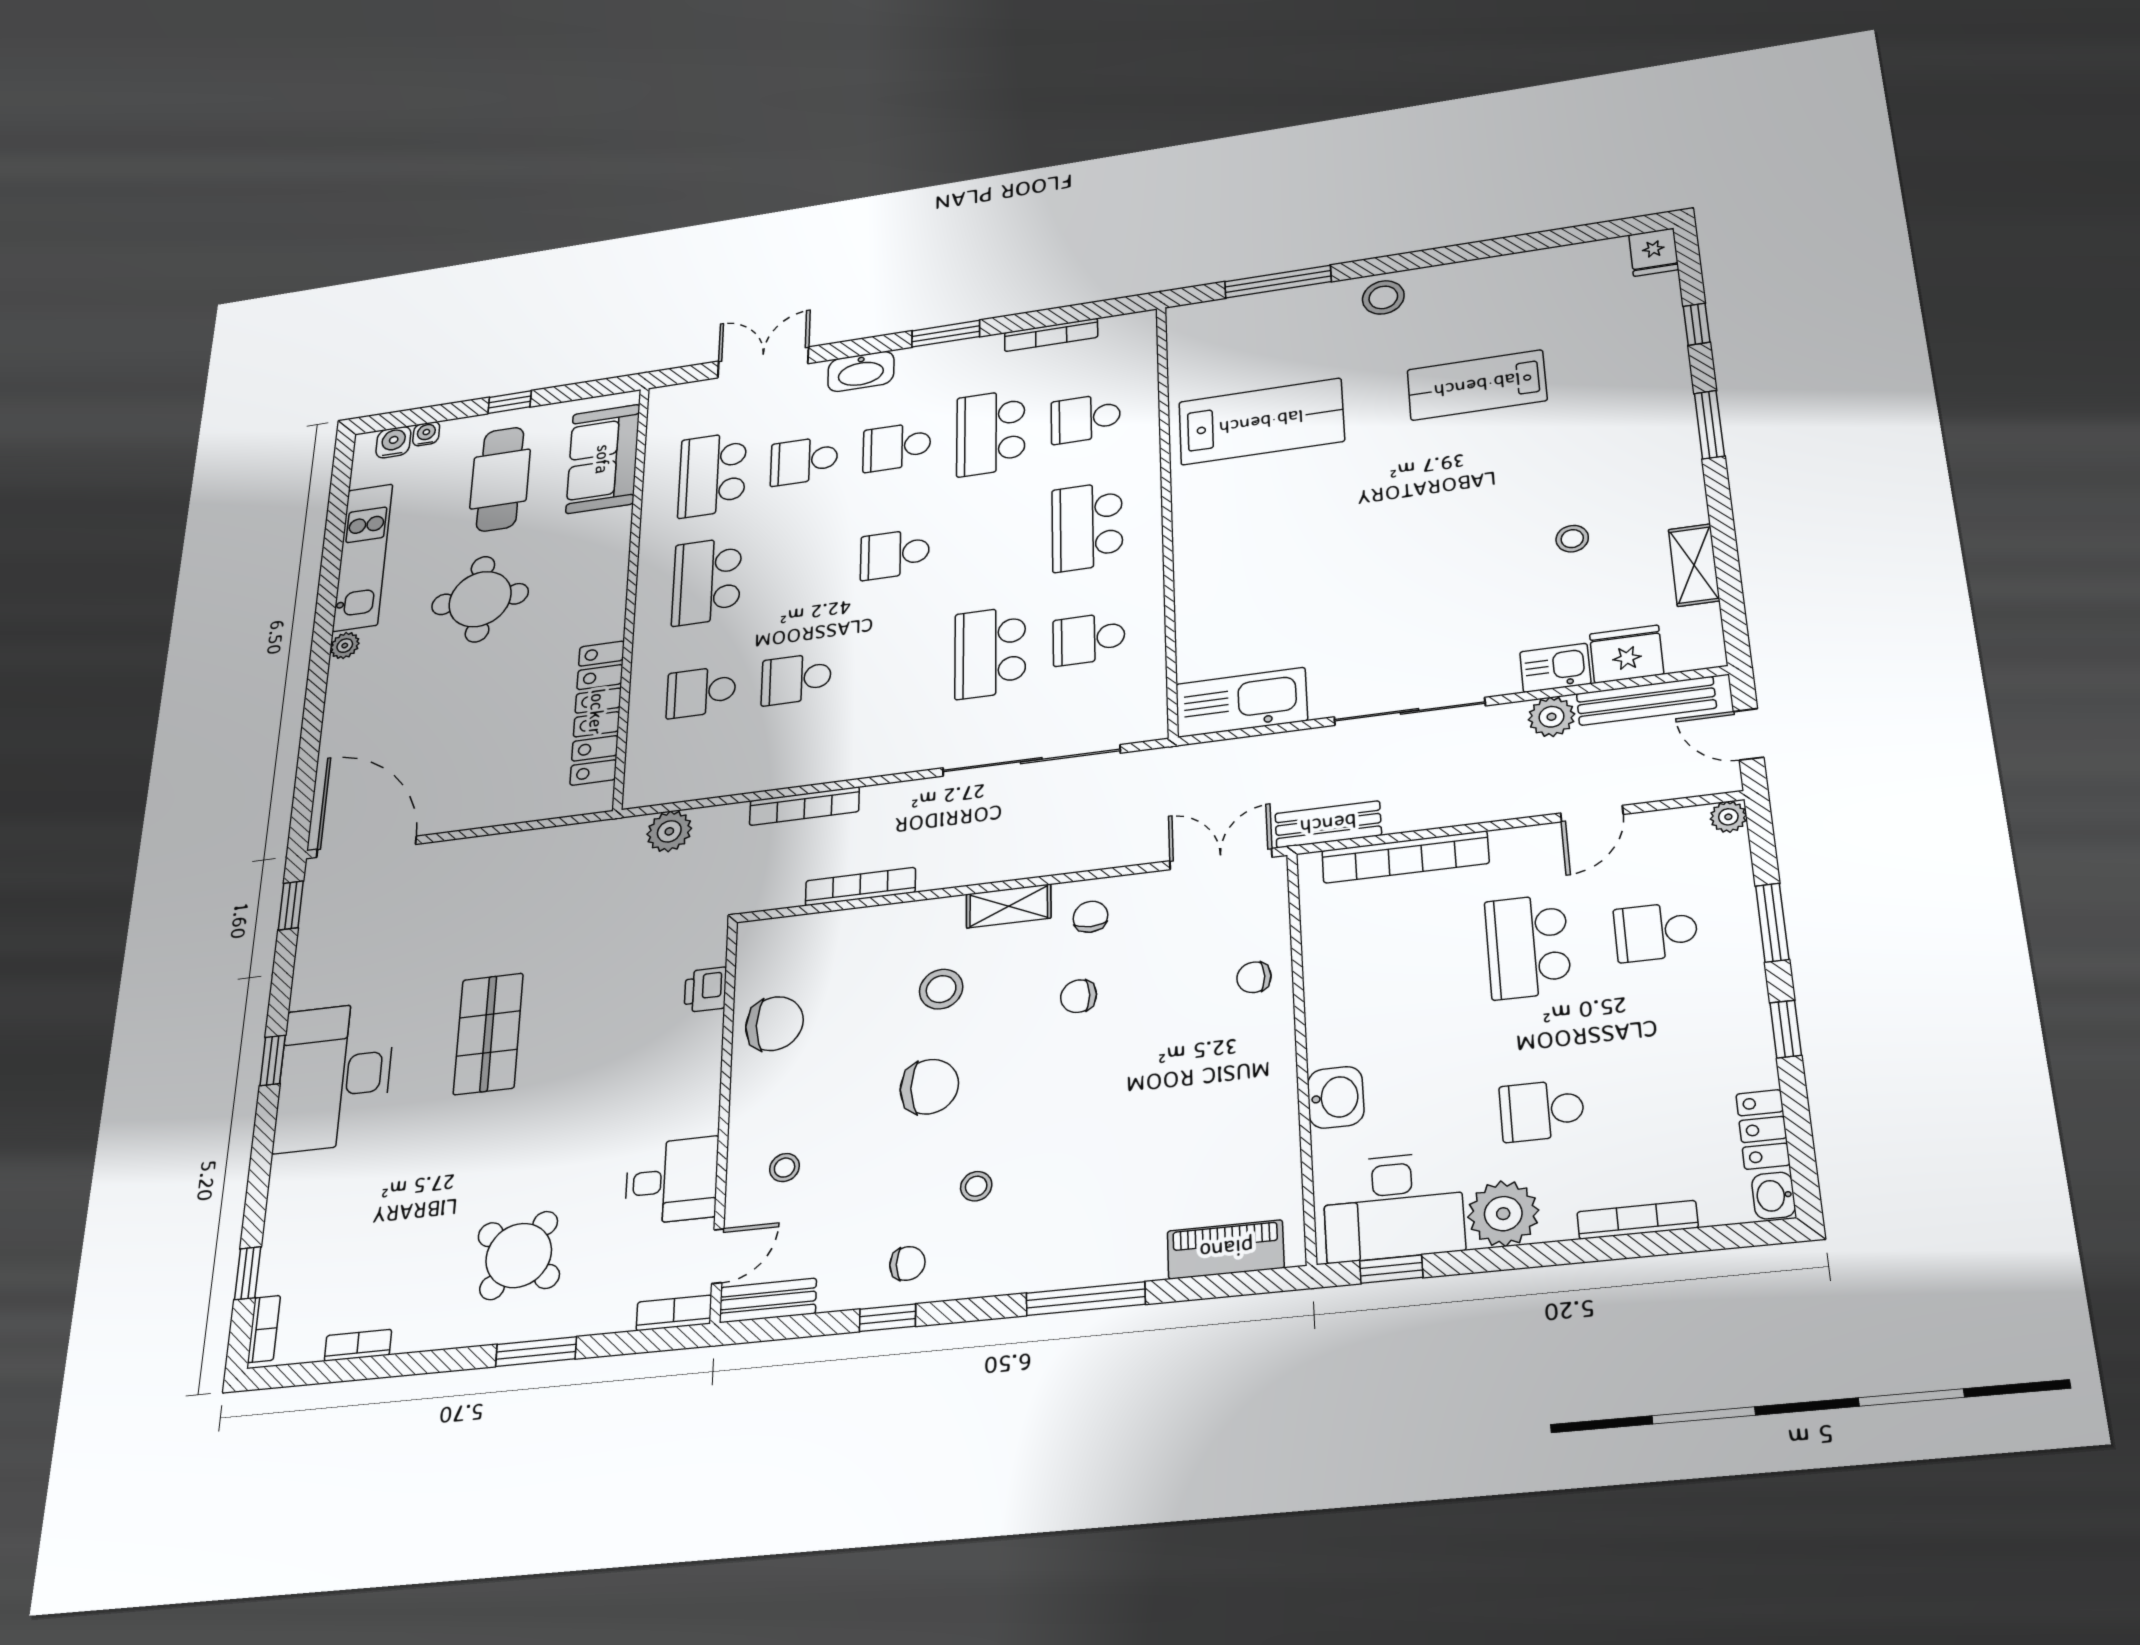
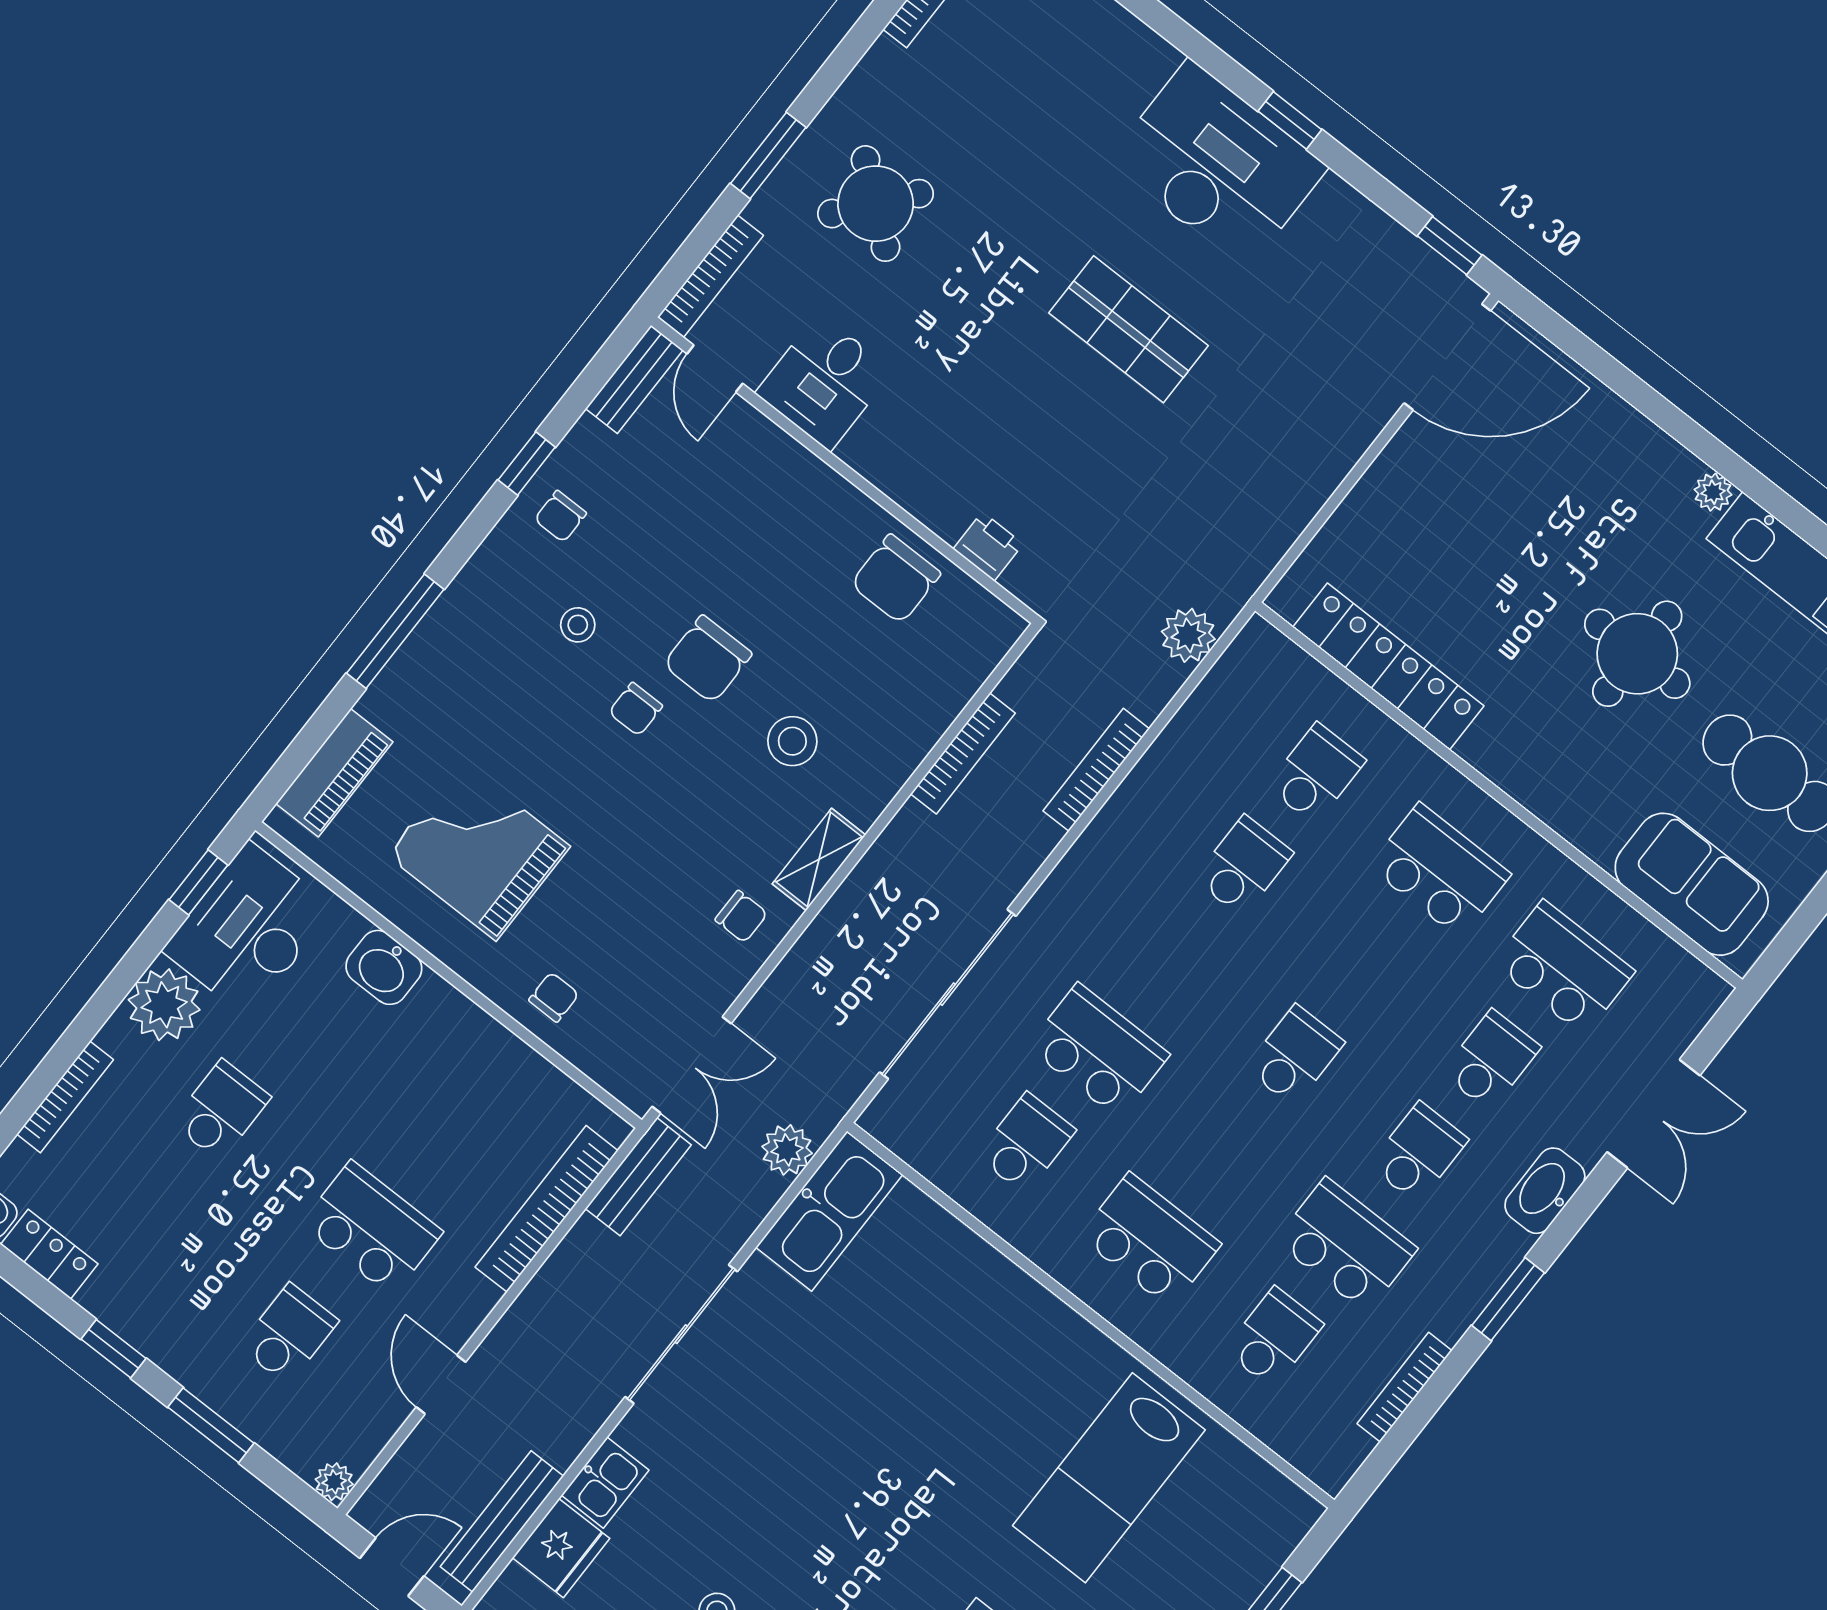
plant: (1552, 717) -> (787, 1150), moved
chair: (1079, 996) -> (636, 709), moved, turned 180
grand piano: (1195, 1110) -> (478, 851), added
stool: (785, 1168) -> (746, 484), removed
bookcase: (674, 1313) -> (710, 276), width x1.56

